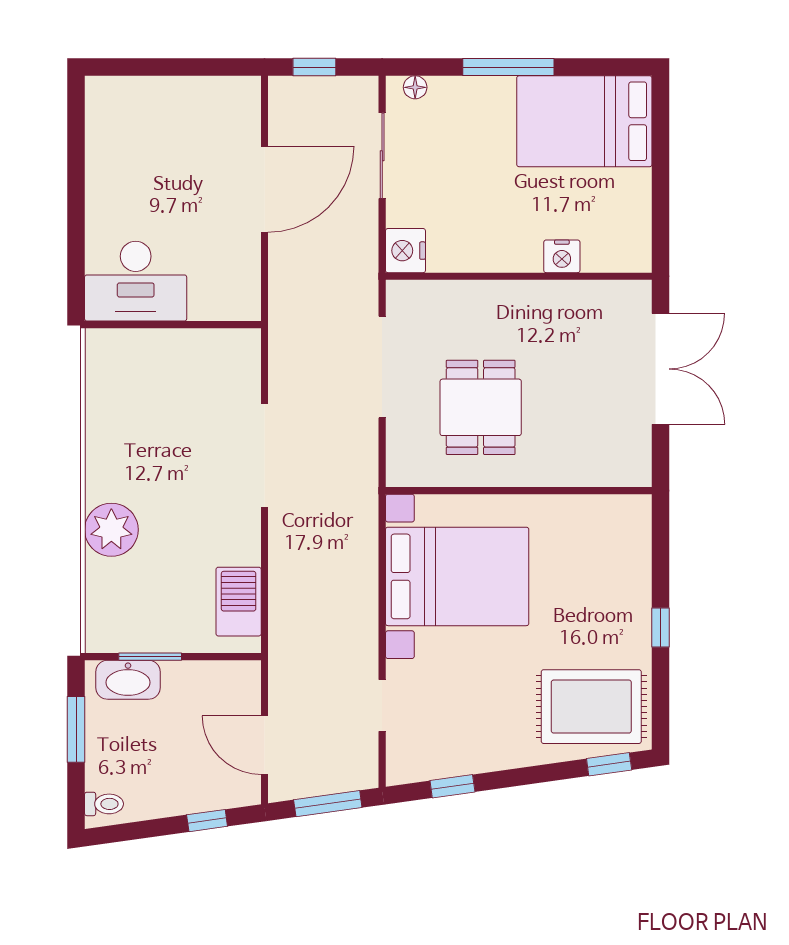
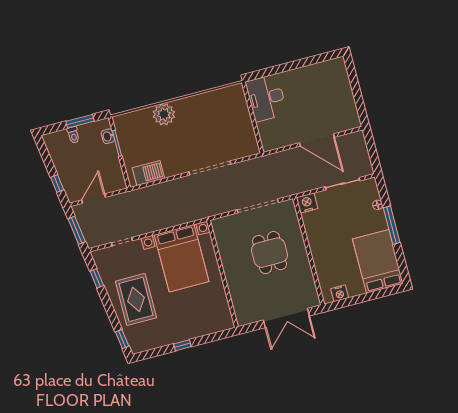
window: (314, 67) -> (371, 147), removed
floor lamp: (415, 87) -> (378, 205), moved
nightstand: (562, 256) -> (340, 293), moved, turned -90
dining table: (481, 407) -> (270, 253), moved, turned 90
washbasin: (128, 680) -> (108, 136), width x0.52, depth x0.69
rug: (591, 707) -> (136, 299), moved
toilet: (104, 804) -> (73, 135), moved

